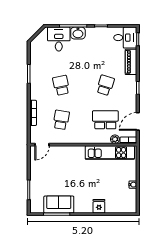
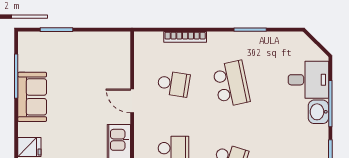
school desk: (61, 85) -> (231, 84), width x1.85
door: (42, 145) -> (132, 101), moved
sofa: (59, 204) -> (32, 97), moved

